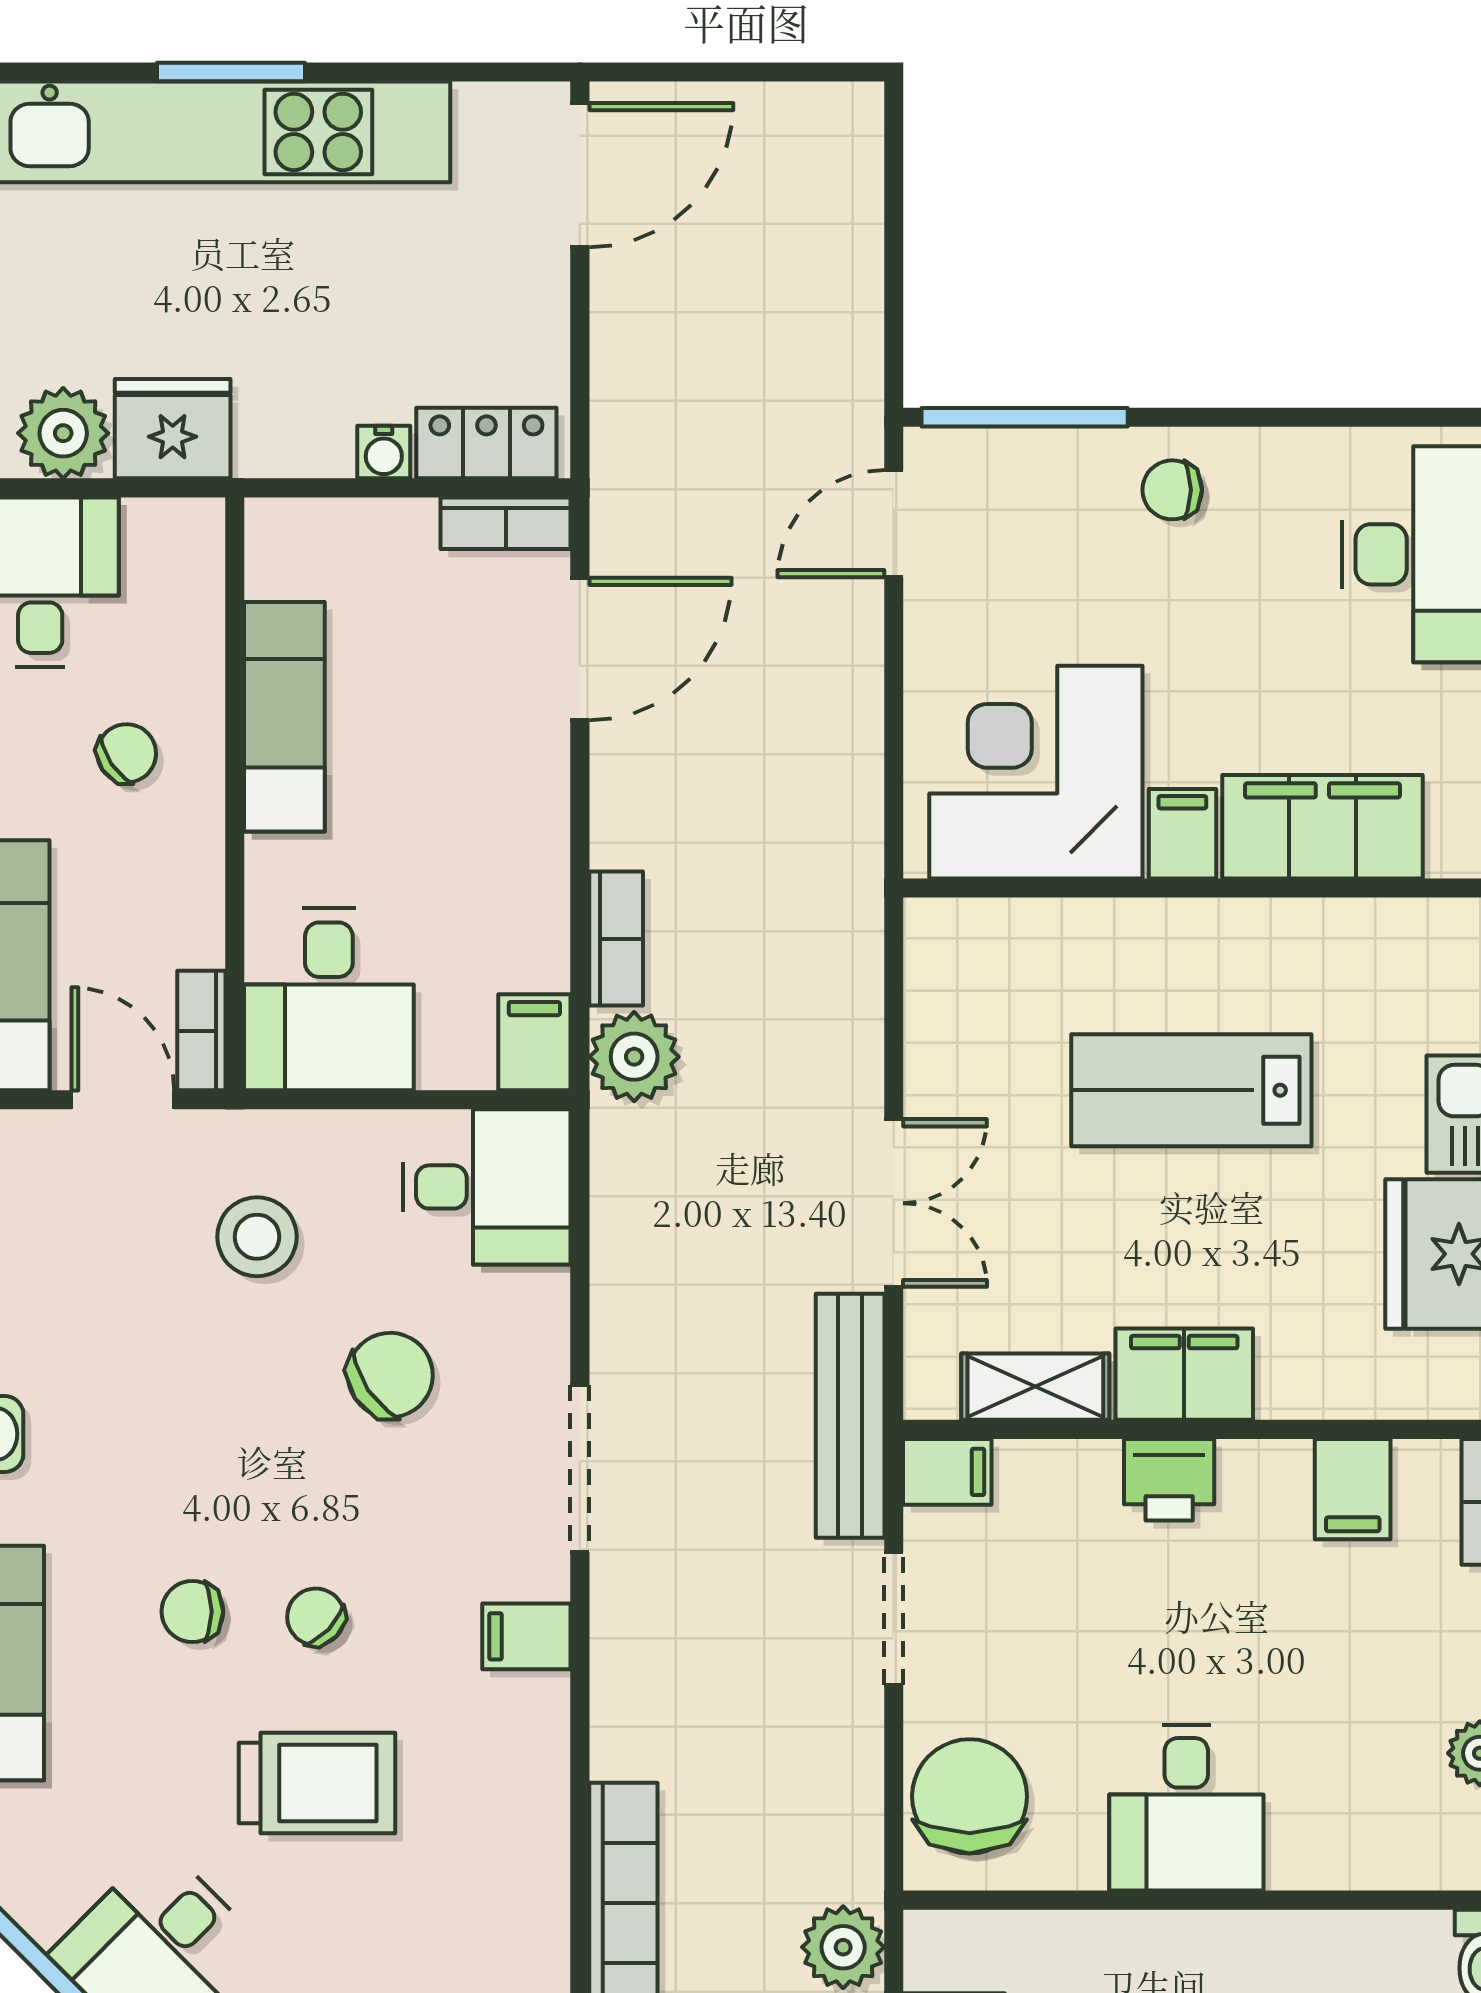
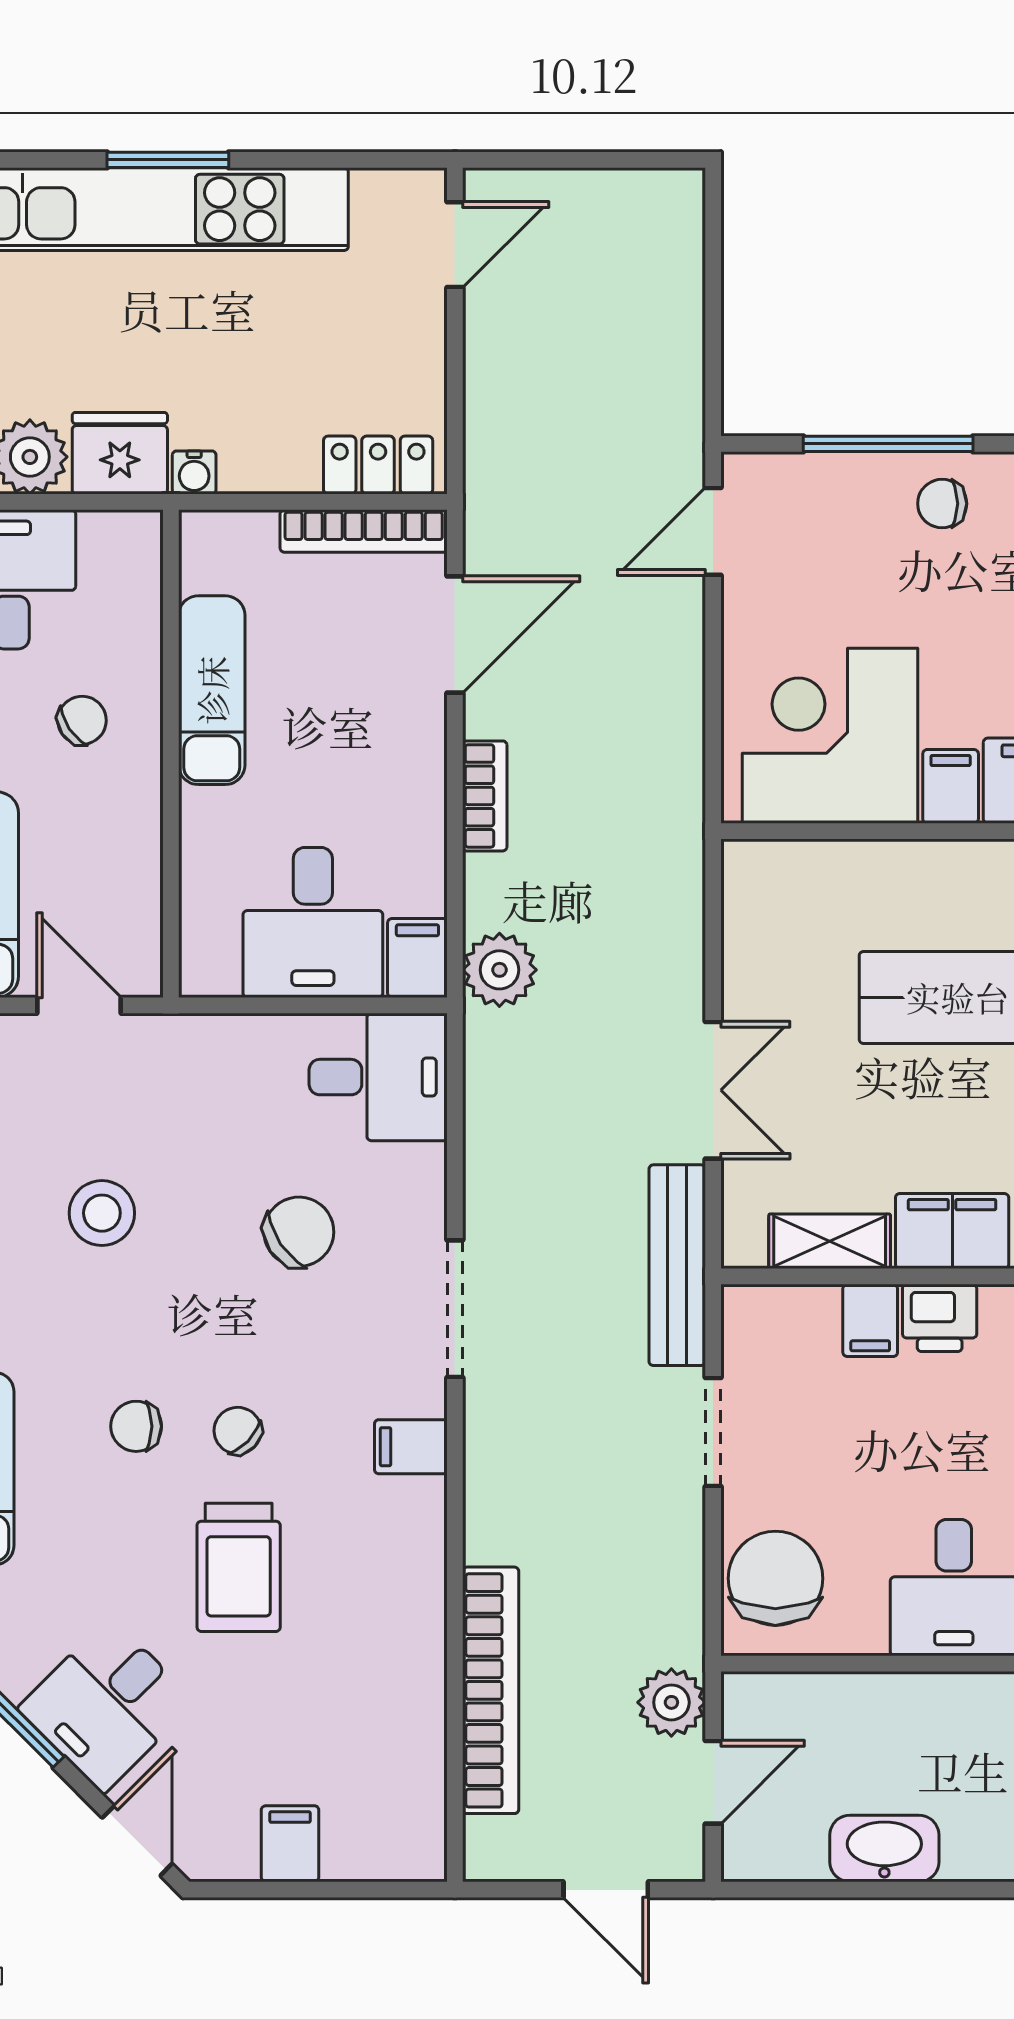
door: (580, 175) -> (455, 245), width x0.73
window: (1025, 417) -> (888, 444), moved
water cooler: (384, 452) -> (194, 472), moved
bookcase: (506, 523) -> (364, 531), width x1.56
bookcase: (616, 939) -> (485, 796), moved
desk: (329, 999) -> (313, 922), moved
bookcase: (201, 1031) -> (143, 948), removed
stool: (257, 1237) -> (102, 1213), moved
filing cabinet: (947, 1472) -> (870, 1320), moved, turned 90
trolley: (317, 1783) -> (239, 1567), turned 90

